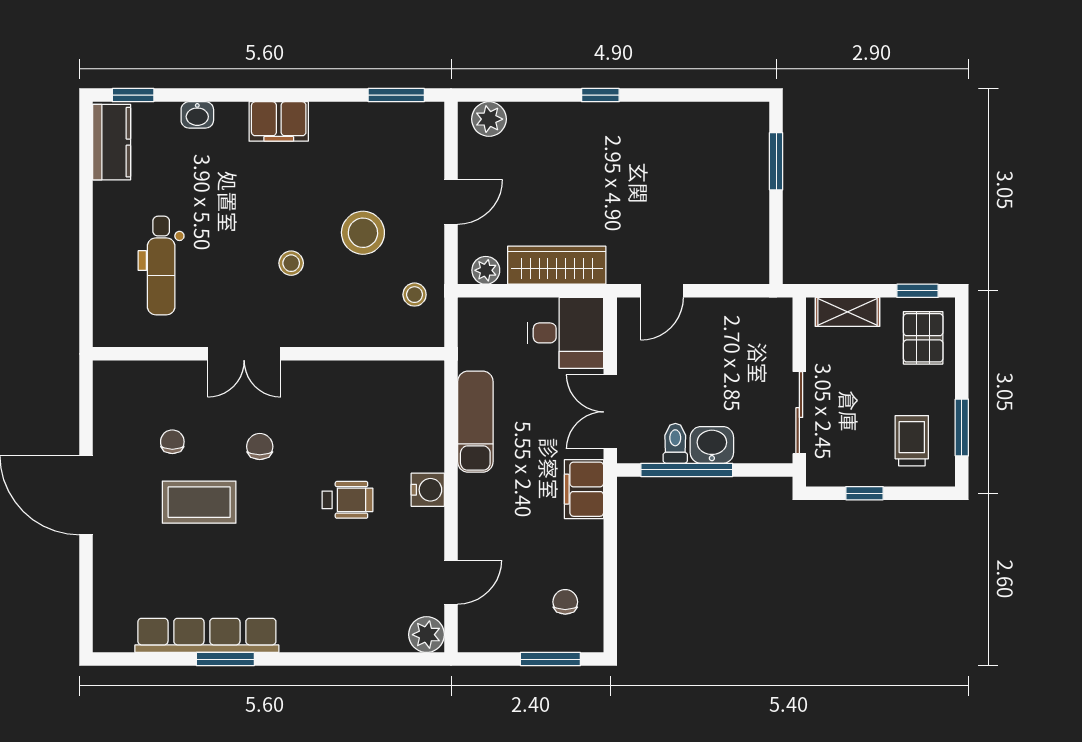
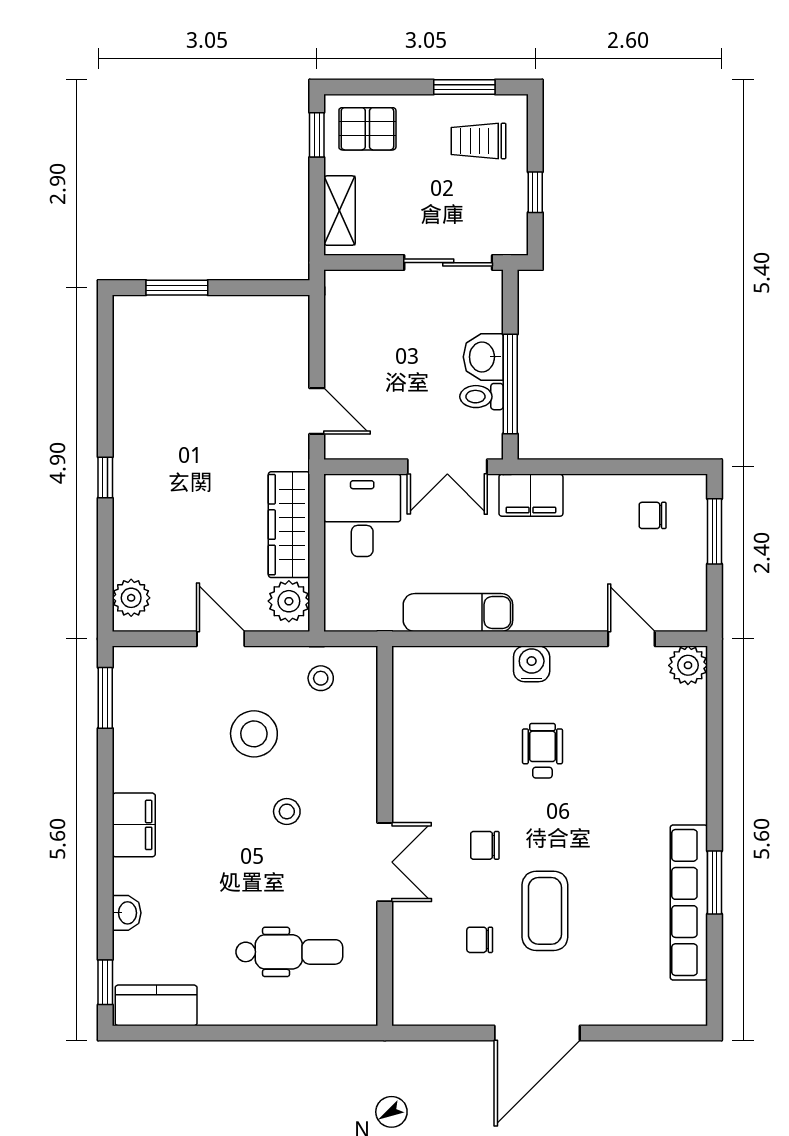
plant: (486, 270) -> (289, 601), width x1.38, depth x1.38

